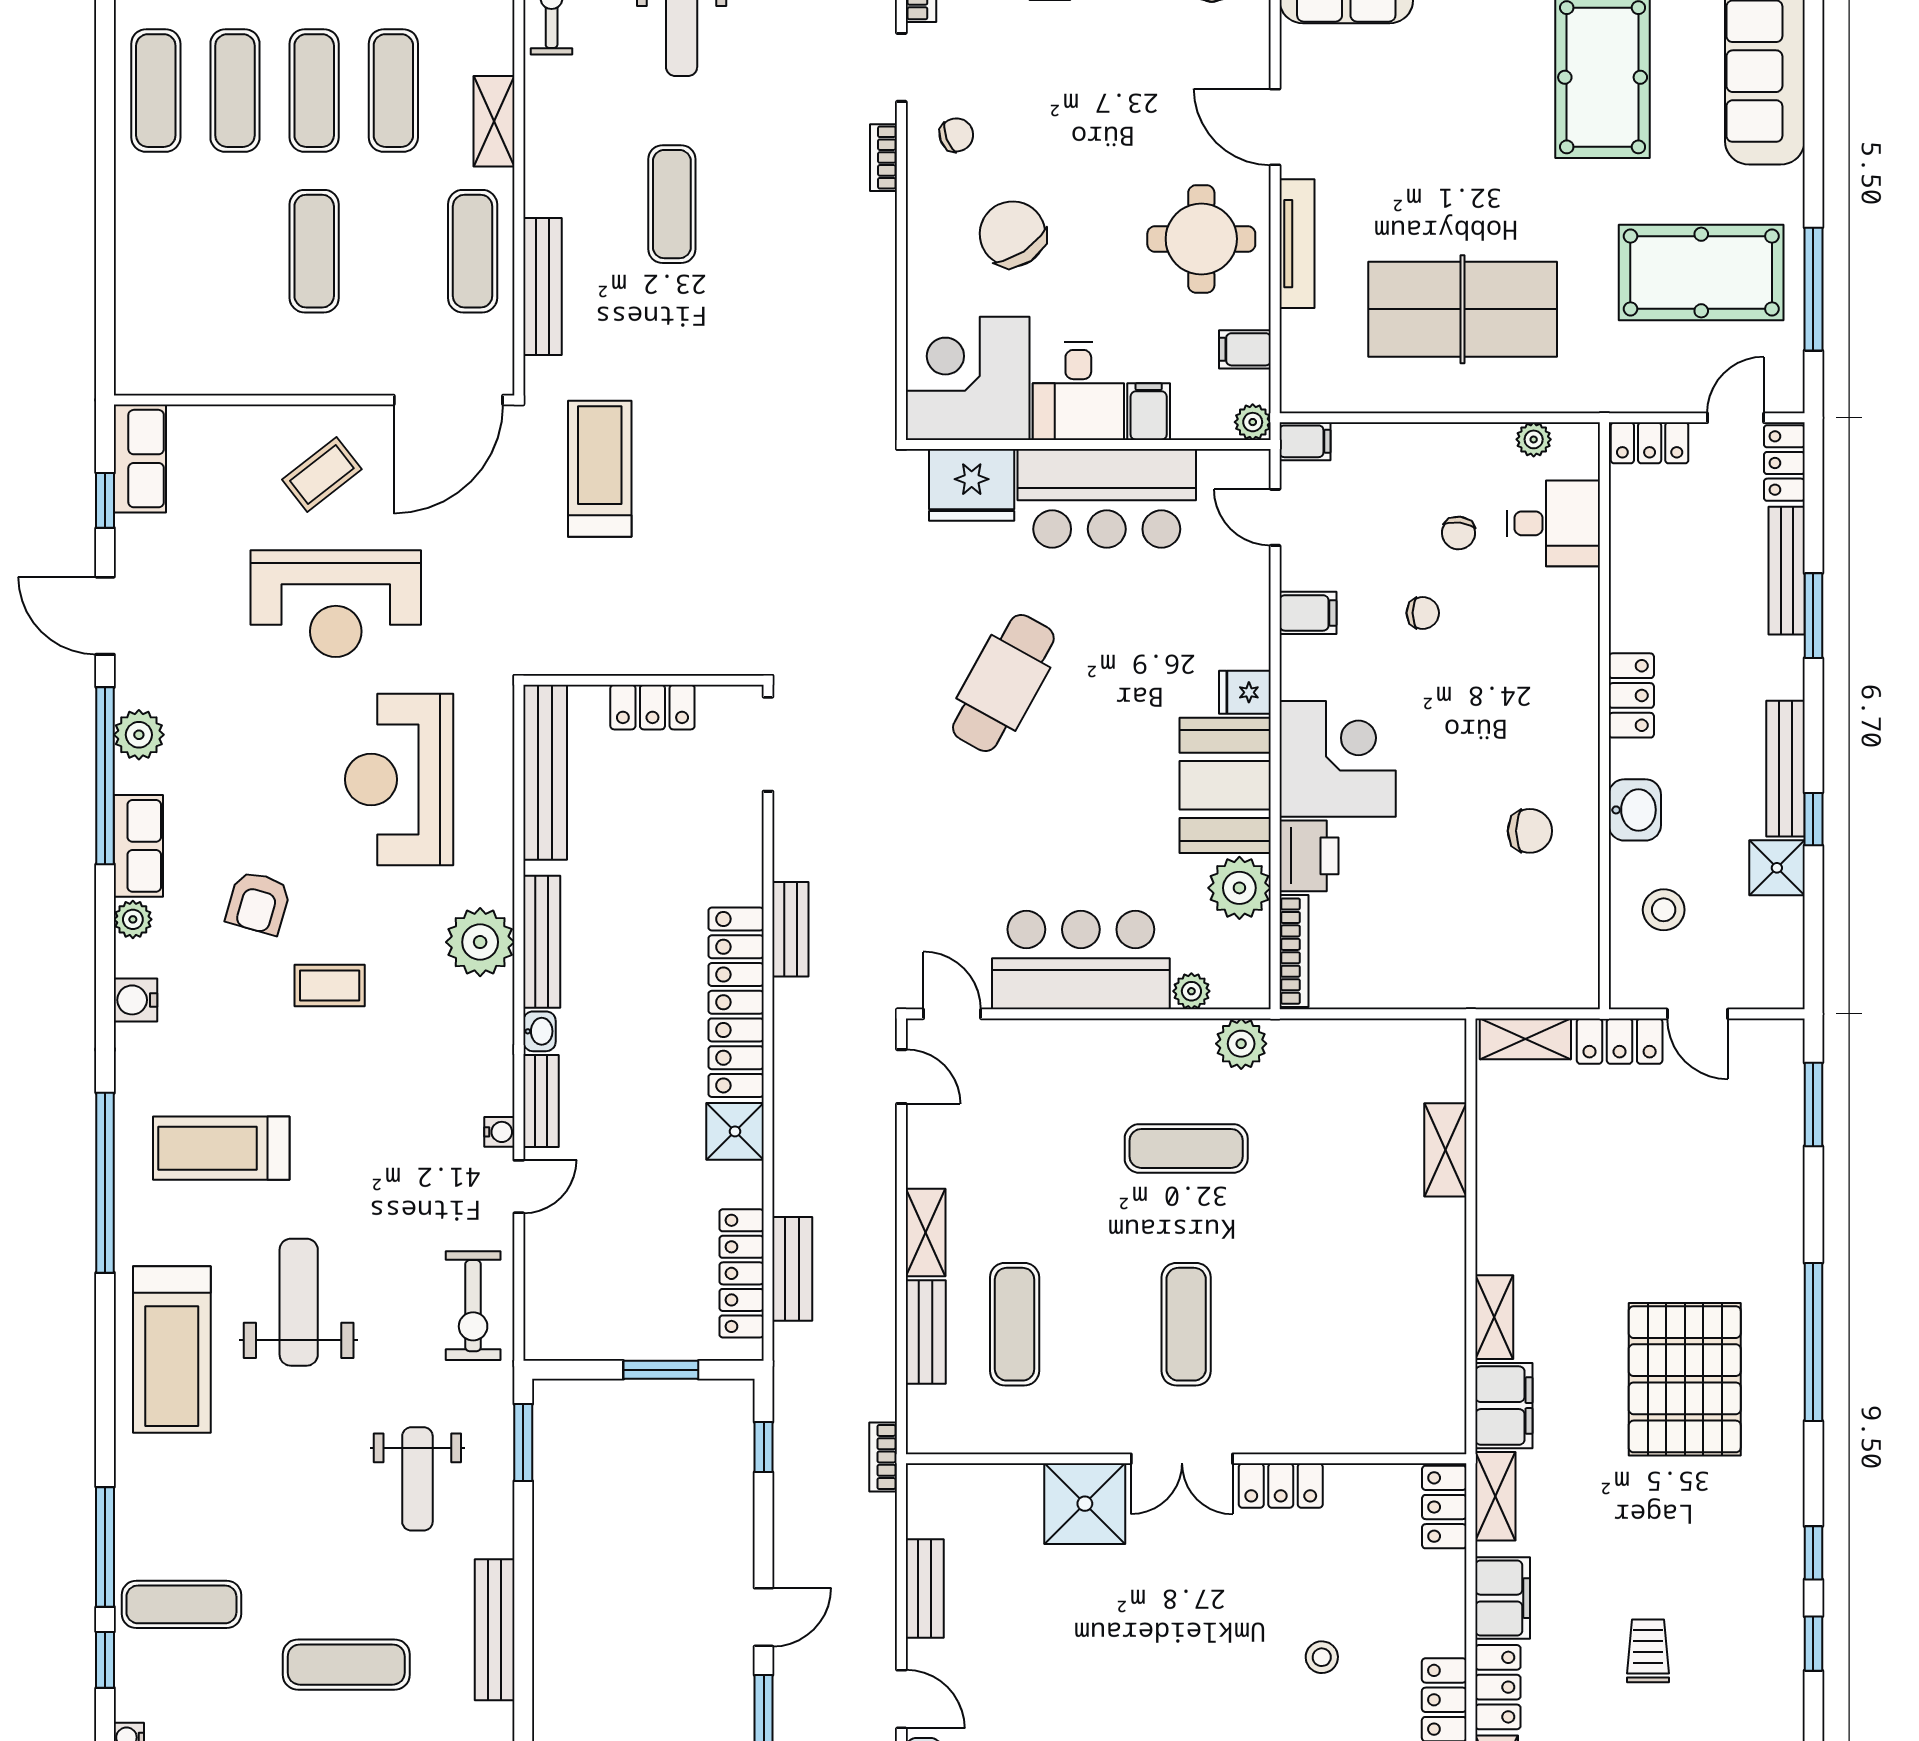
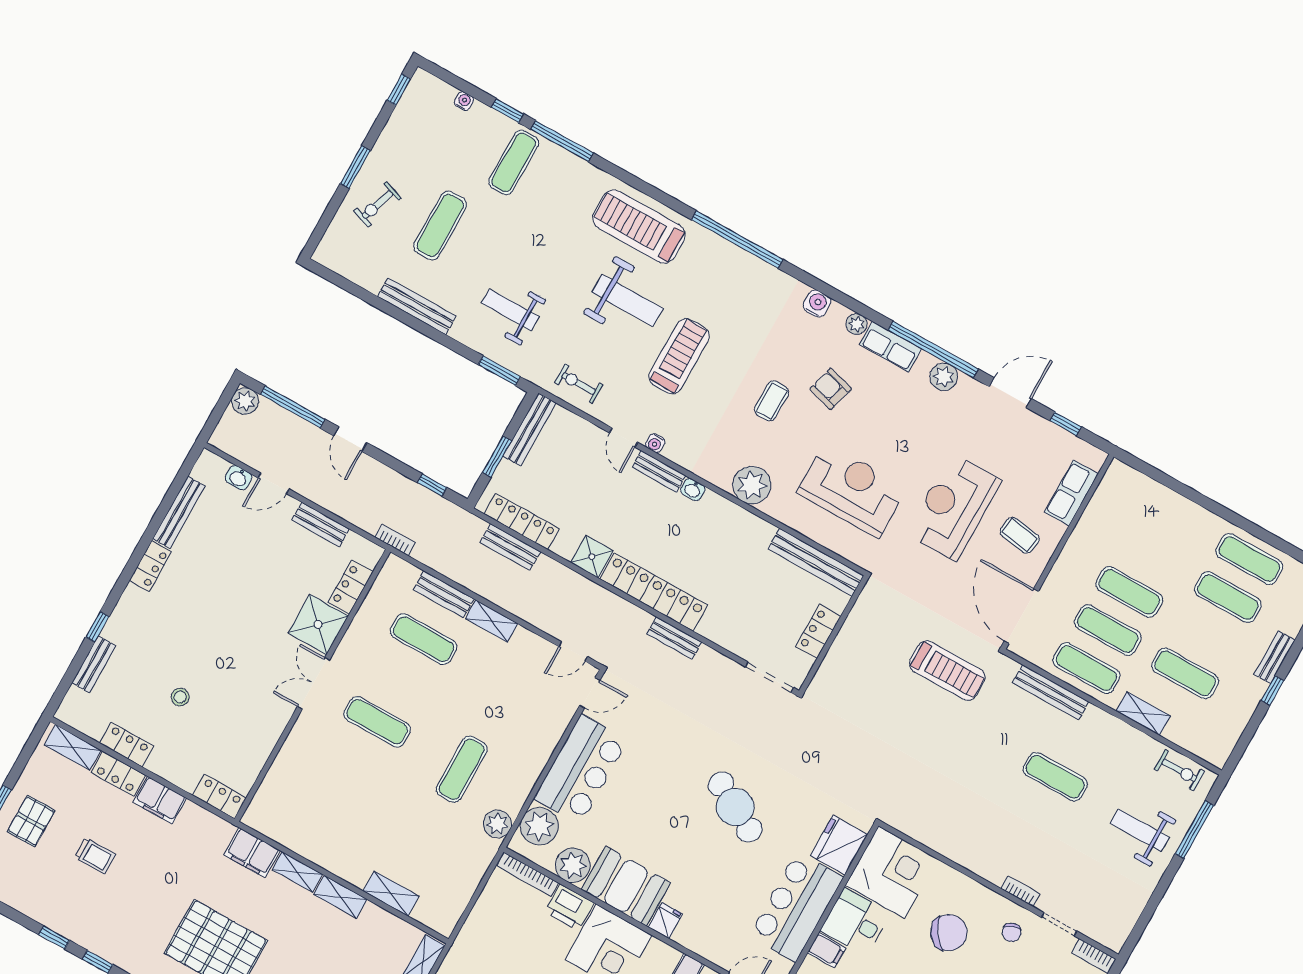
exercise mat: (314, 91) -> (1108, 630), moved
row of seats: (140, 459) -> (1071, 493), moved, turned 90
coffee table: (322, 474) -> (1020, 535), turned -43
bench: (542, 942) -> (530, 429), moved, turned 90
plant: (1191, 991) -> (539, 826), width x1.87, depth x1.87
treadmill: (221, 1148) -> (679, 356), moved
exercise bike: (473, 1306) -> (579, 383), width x0.73, depth x0.72
locker: (1281, 1486) -> (351, 587), moved
shelving: (1495, 1496) -> (340, 897), moved

